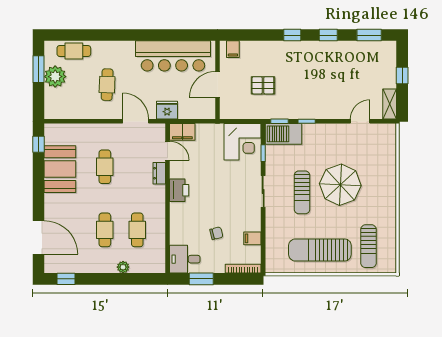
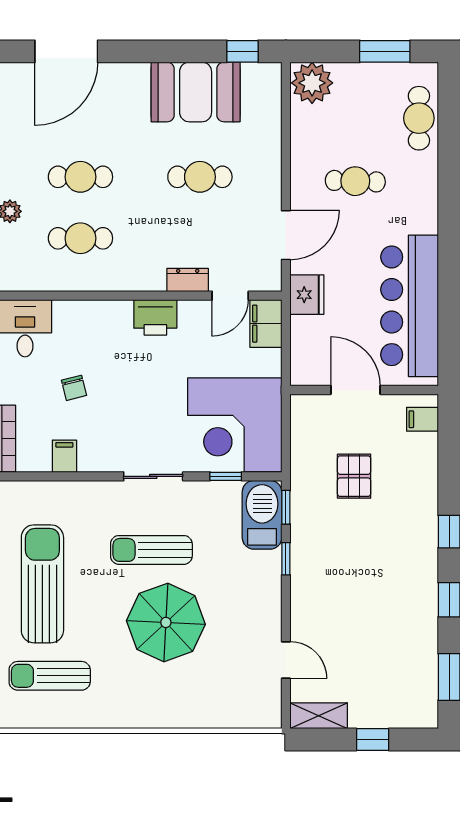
plant: (55, 77) -> (312, 83), moved
corner desk: (242, 142) -> (235, 425), width x1.36, depth x1.36

